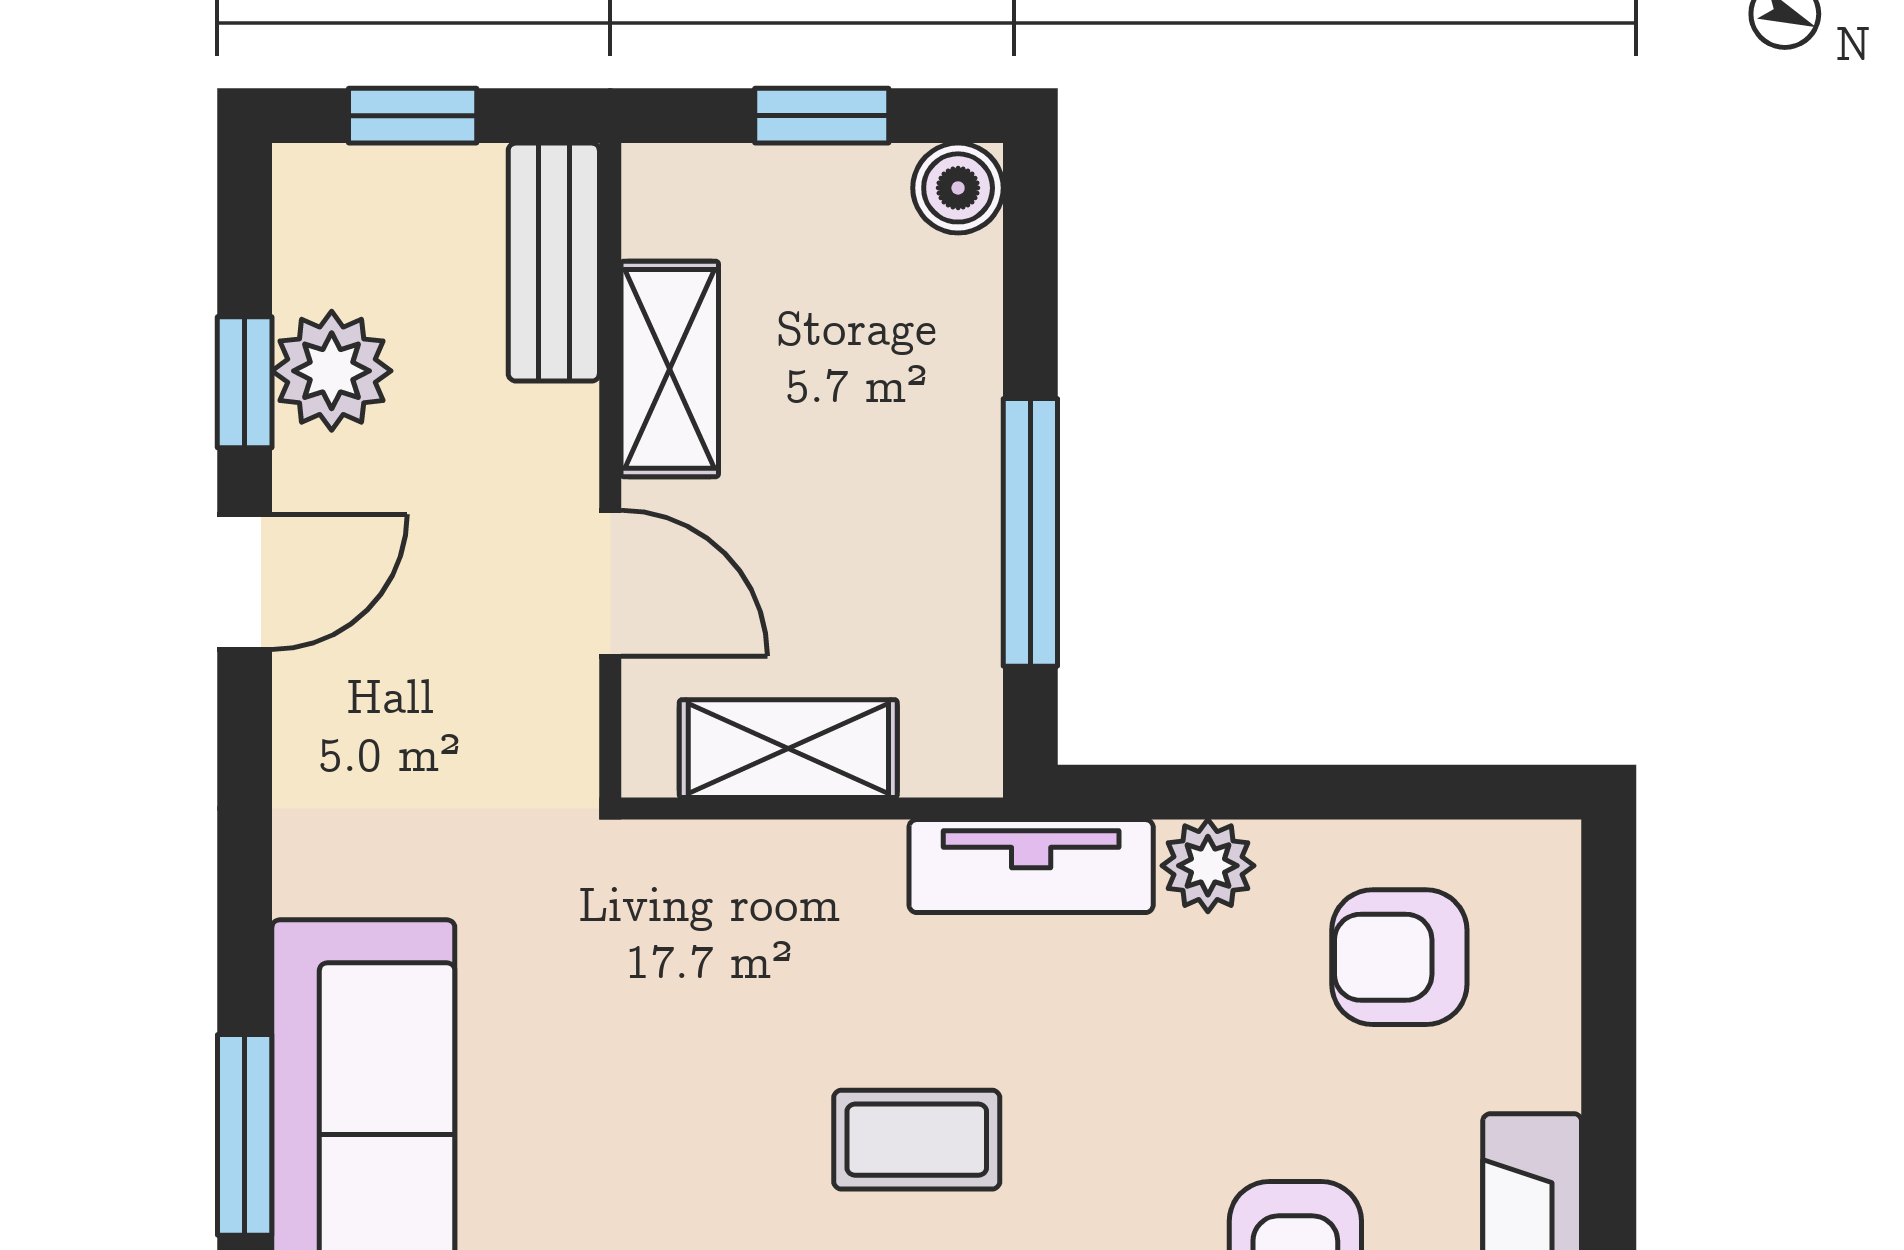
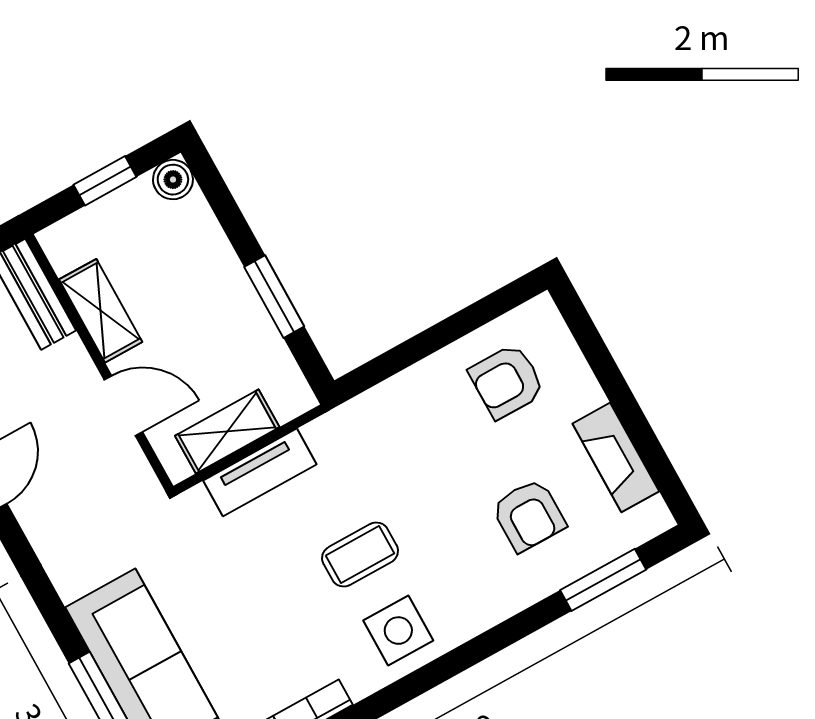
window: (1030, 532) -> (274, 297), width x0.69
tv unit: (1031, 866) -> (260, 472), moved
plant: (1208, 866) -> (414, 387), removed

